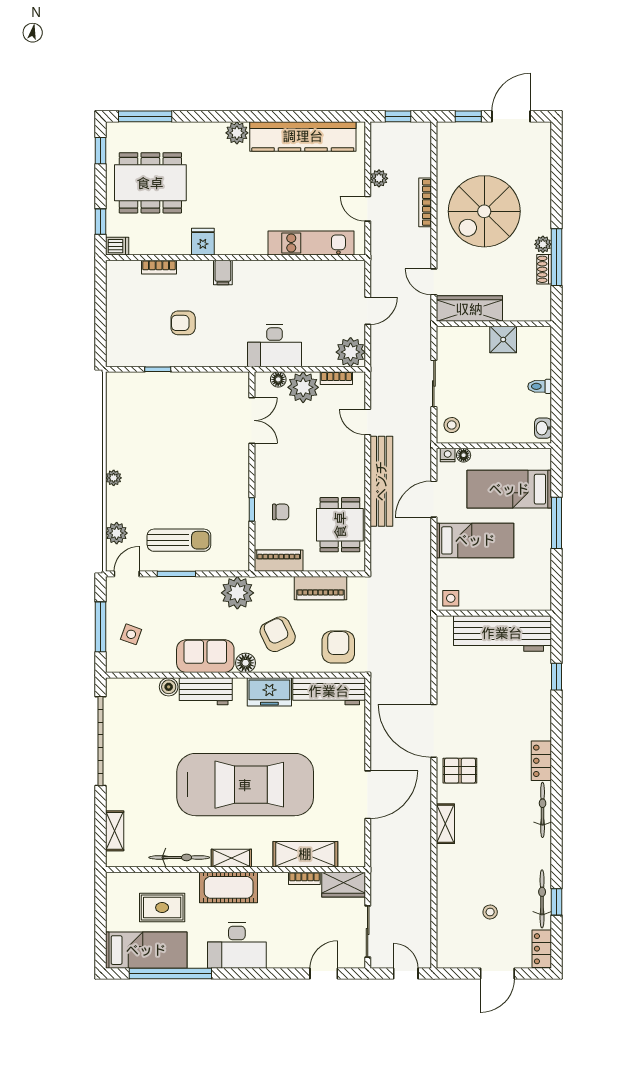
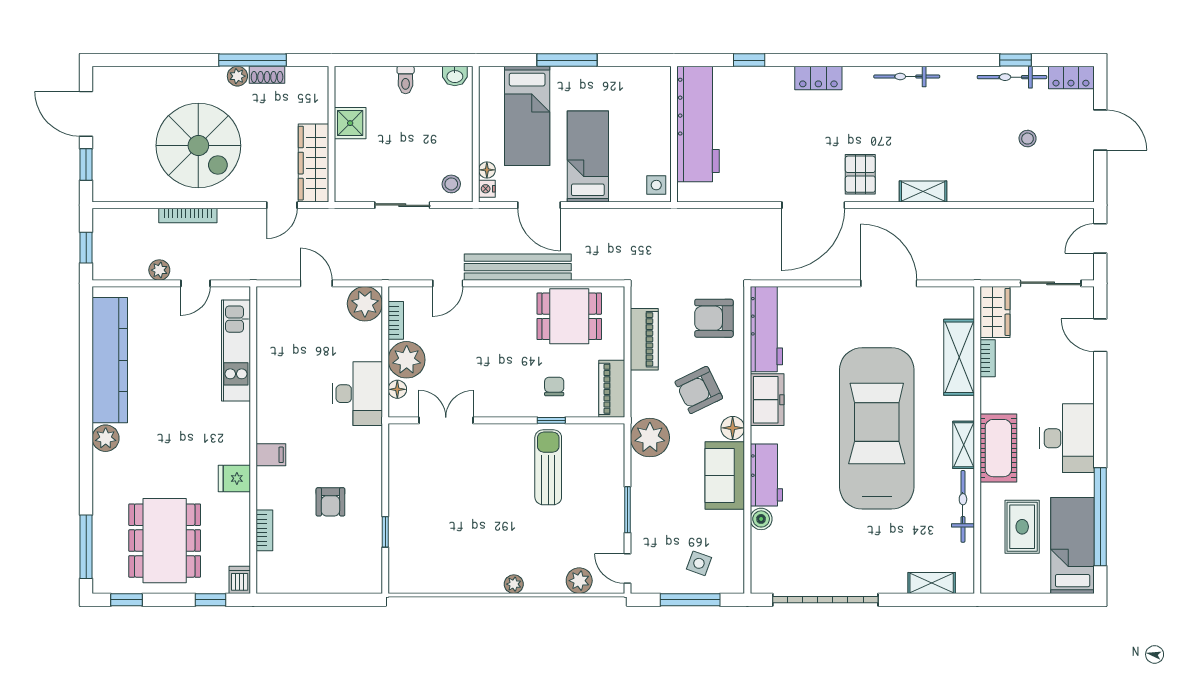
sun lounger: (179, 540) -> (548, 467), moved
locker: (541, 761) -> (818, 78), moved

